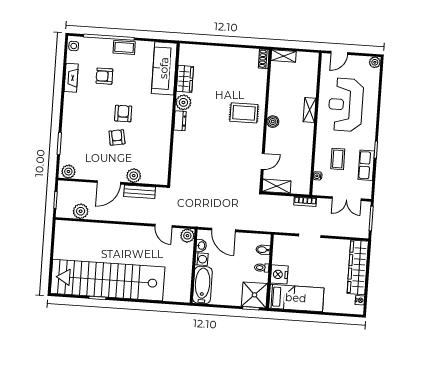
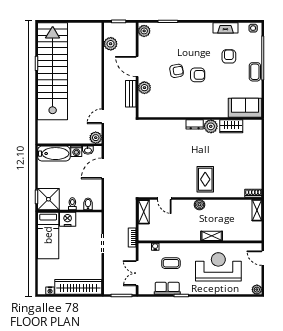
sofa: (164, 68) -> (245, 108), width x0.73

